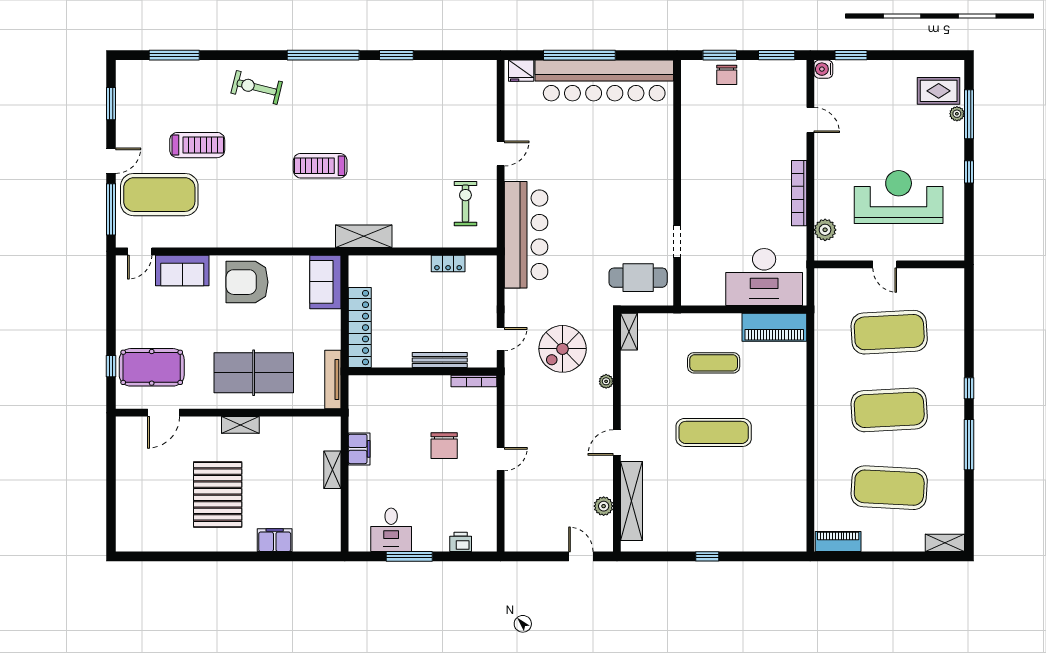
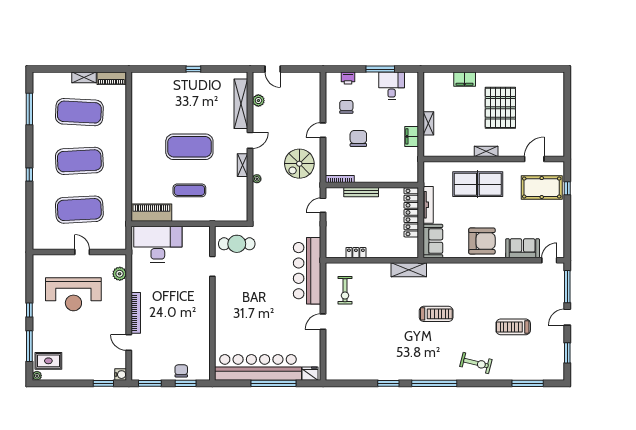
plant: (957, 114) -> (37, 376), moved
bookcase: (799, 193) -> (136, 313), moved
exercise mat: (159, 195) -> (537, 296), removed
shelving: (629, 332) -> (242, 165), moved
spiral stairs: (563, 349) -> (299, 164), moved, turned 180
tv unit: (333, 379) -> (428, 205), moved
exercise mat: (714, 432) -> (189, 147), width x1.47
window: (969, 445) -> (29, 109), moved
chair: (463, 496) -> (346, 107), added
shelving: (945, 543) -> (84, 77), moved

